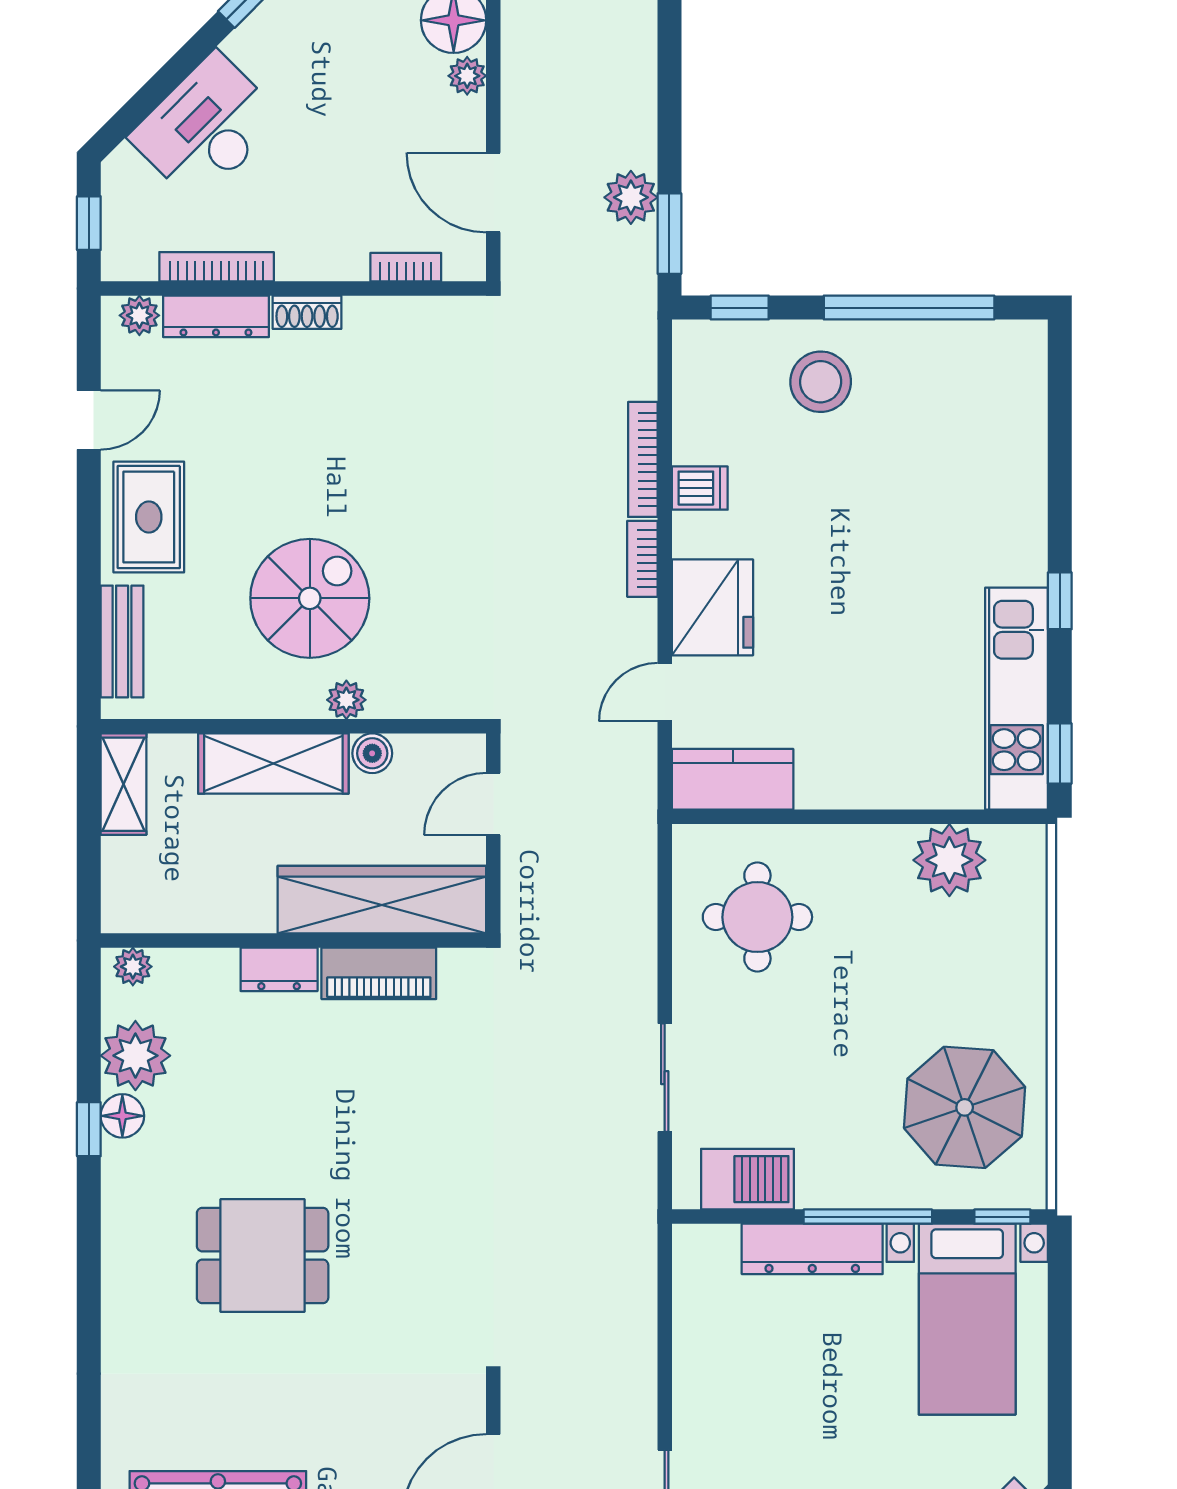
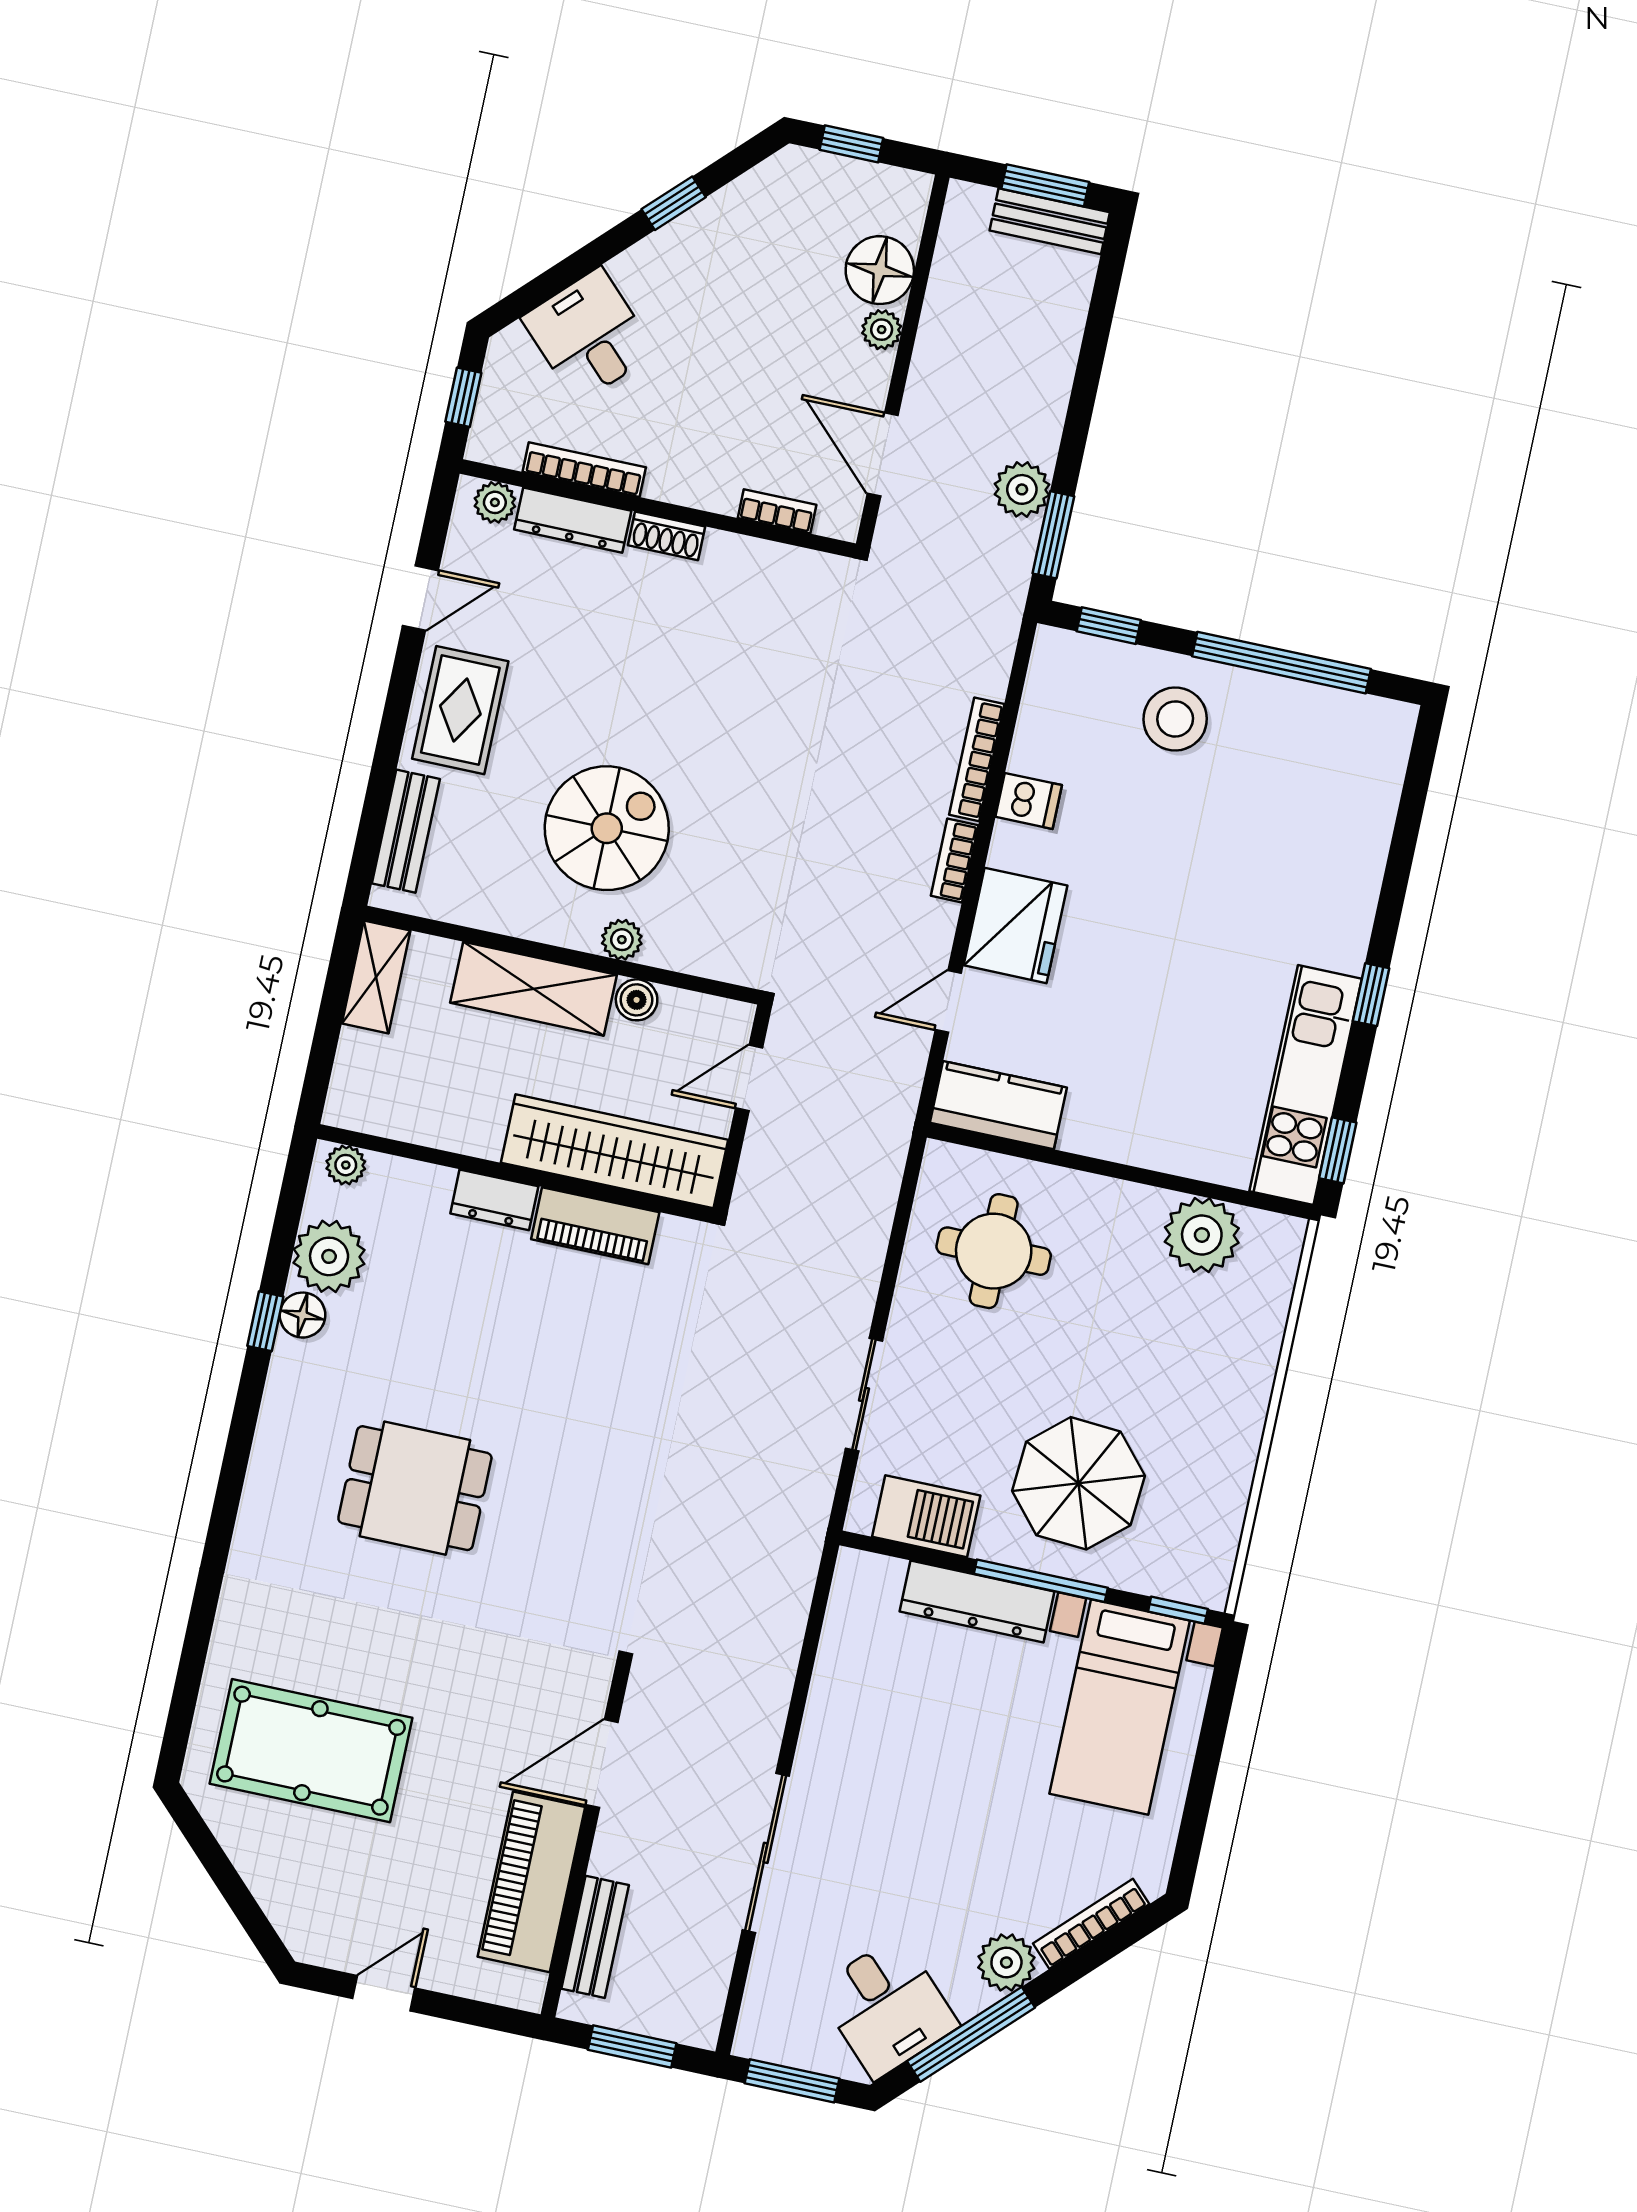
desk: (206, 128) -> (589, 335), width x0.73
parasol: (965, 1107) -> (1078, 1483), moved

